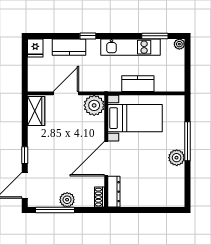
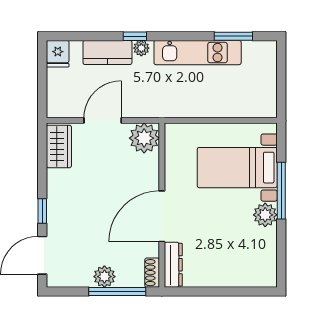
plant: (179, 44) -> (141, 48), moved
kitchen counter: (138, 84) -> (208, 106), removed
bed with nightstands: (135, 118) -> (237, 168), moved, turned 180
window: (55, 210) -> (117, 292), moved

